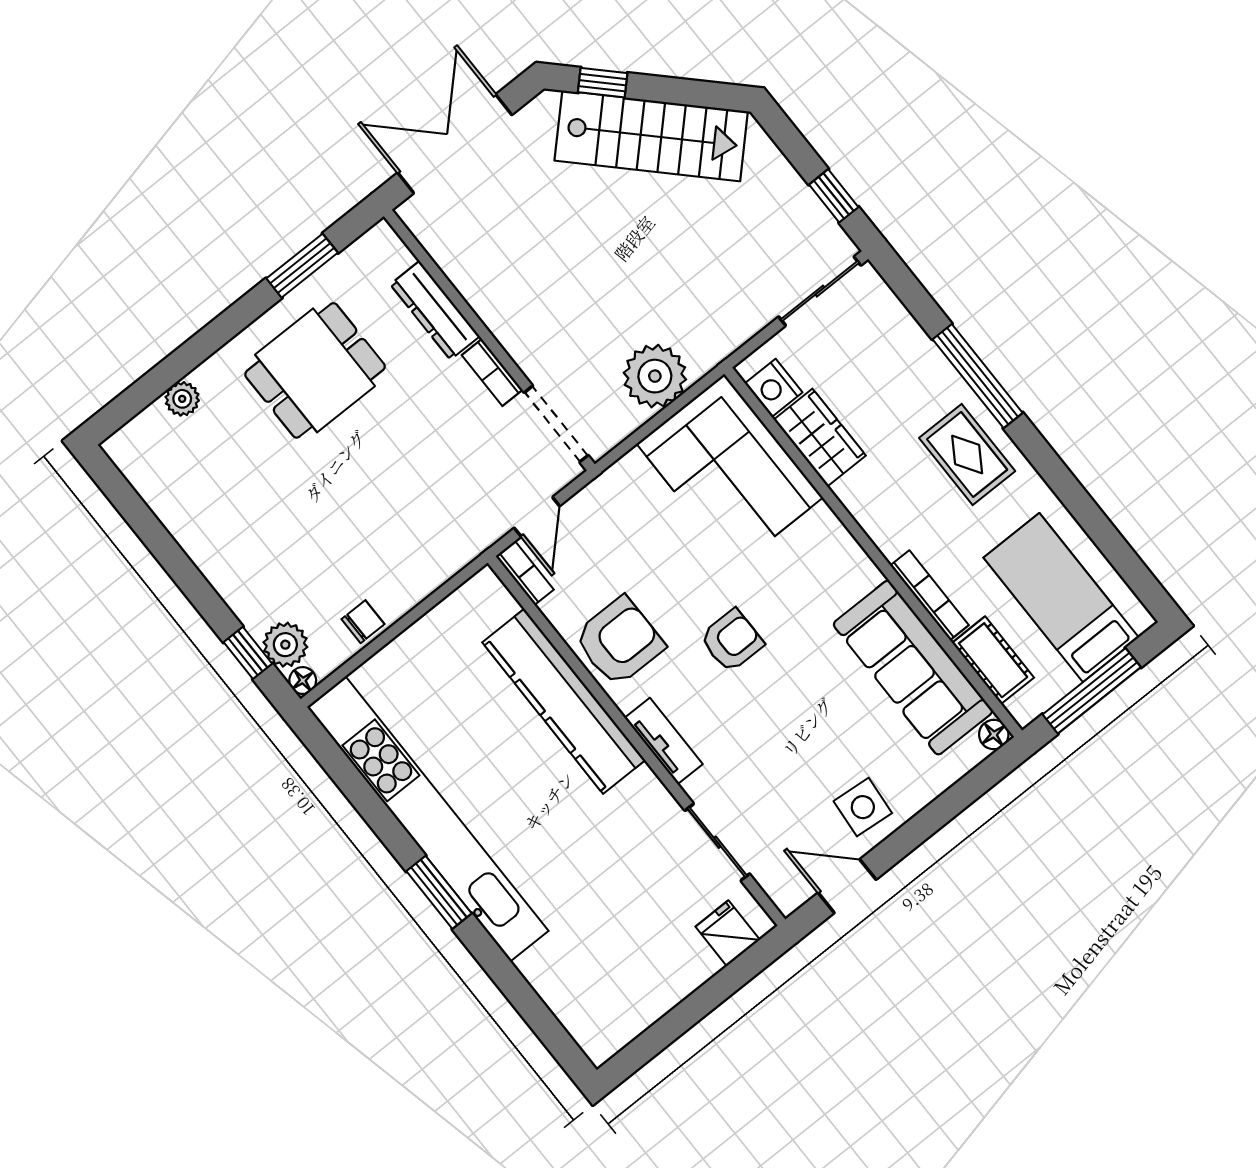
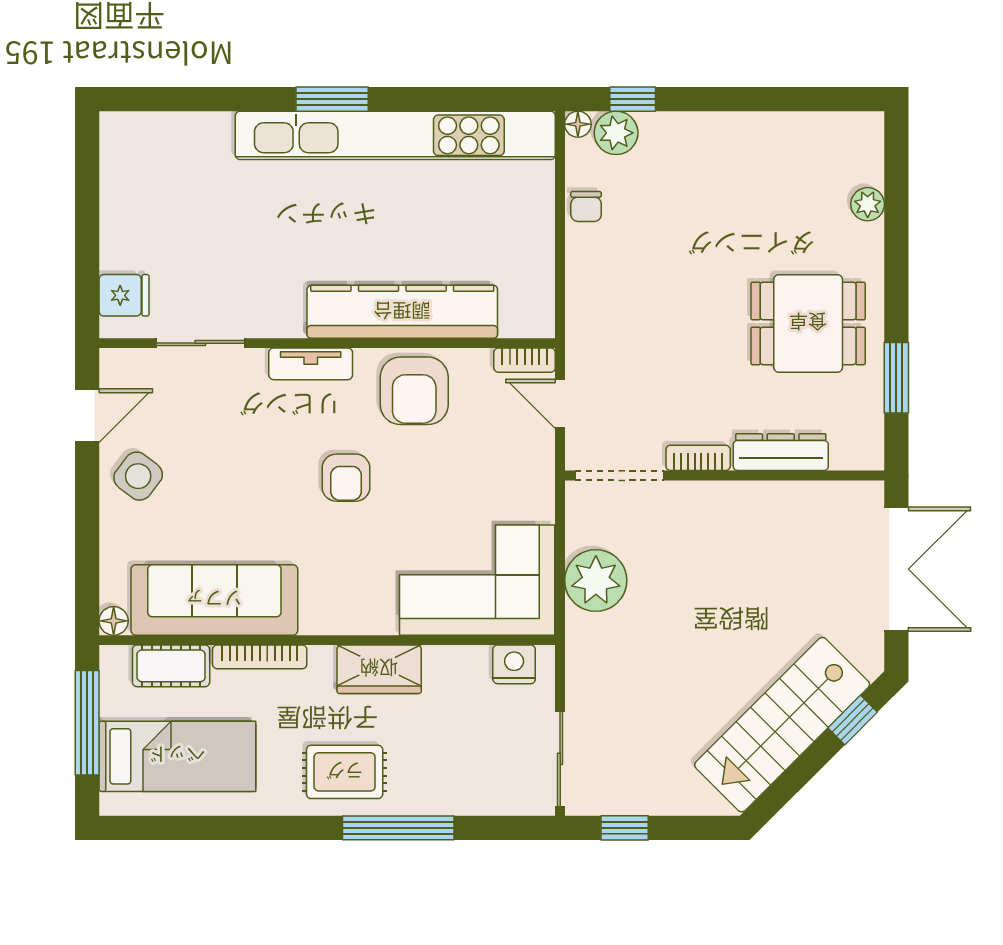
dining table: (315, 370) -> (808, 323), turned 90
wardrobe: (820, 438) -> (379, 669), moved
side table: (863, 807) -> (138, 476), turned 32

